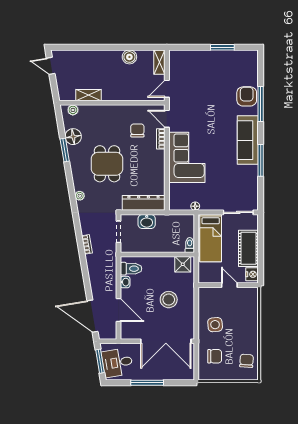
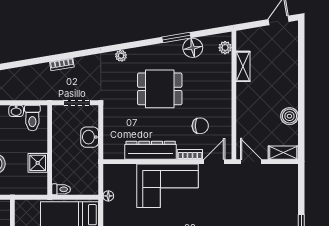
dresser: (143, 203) -> (151, 150), moved, turned -90
shower: (183, 264) -> (38, 163), moved

